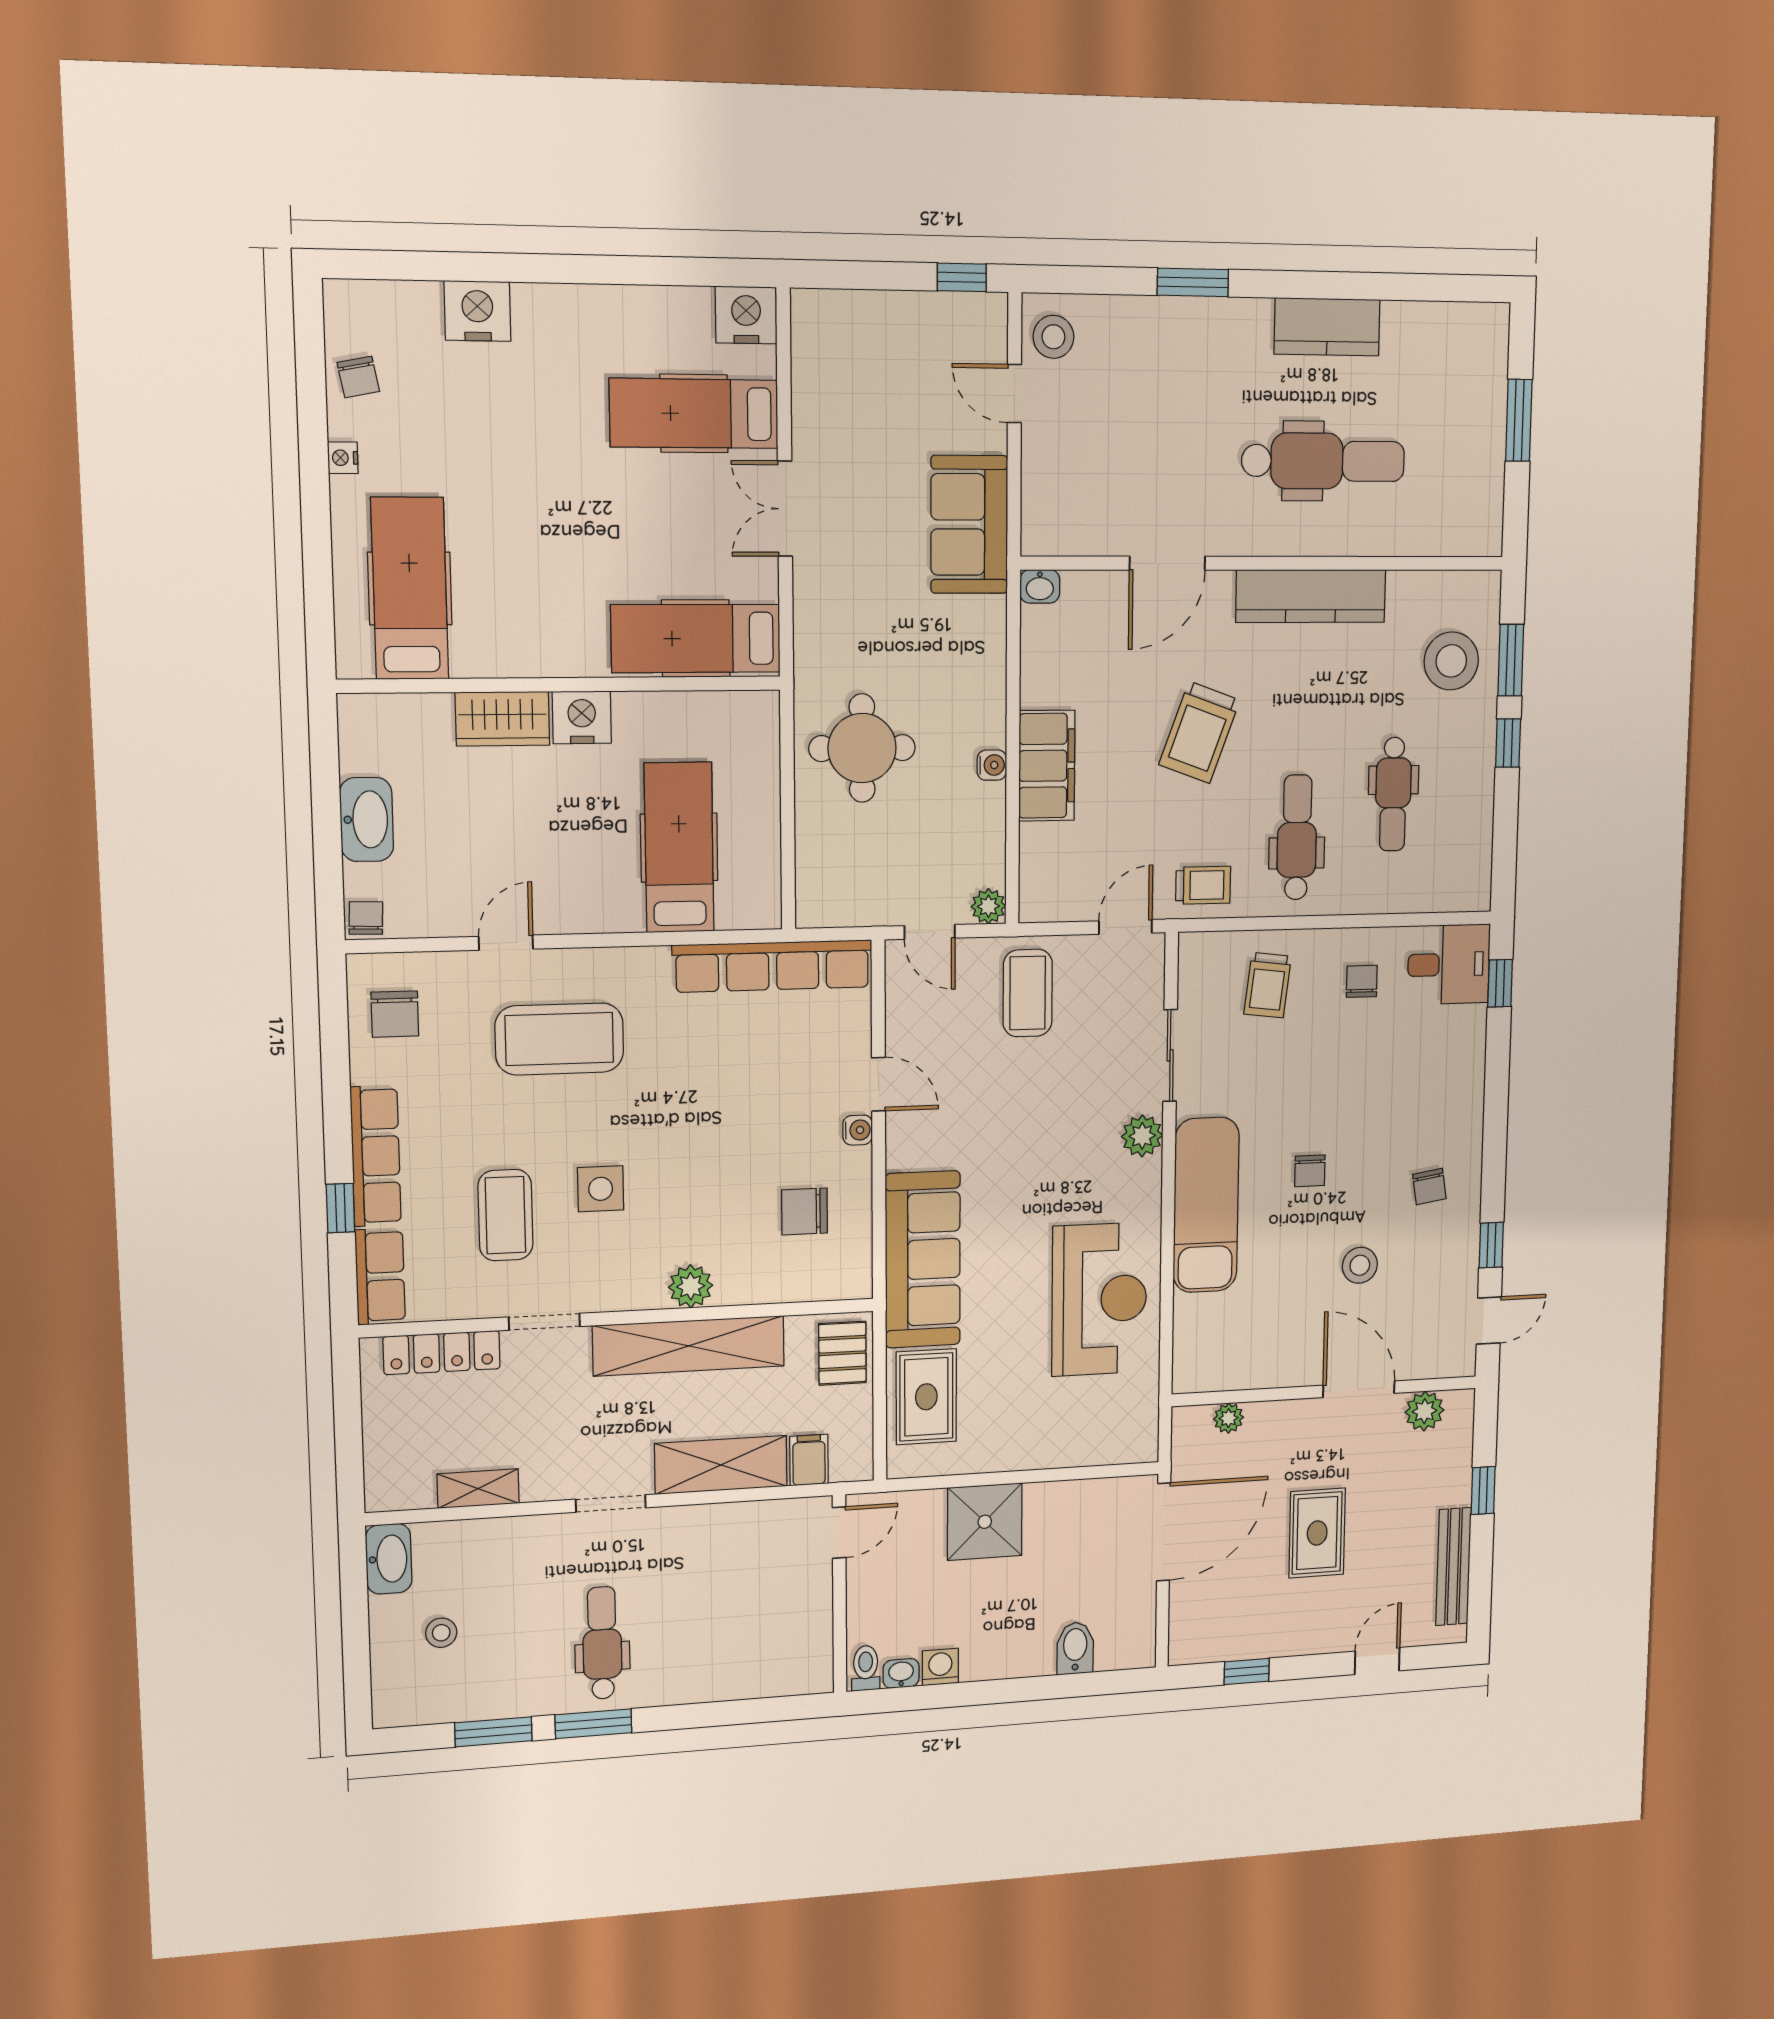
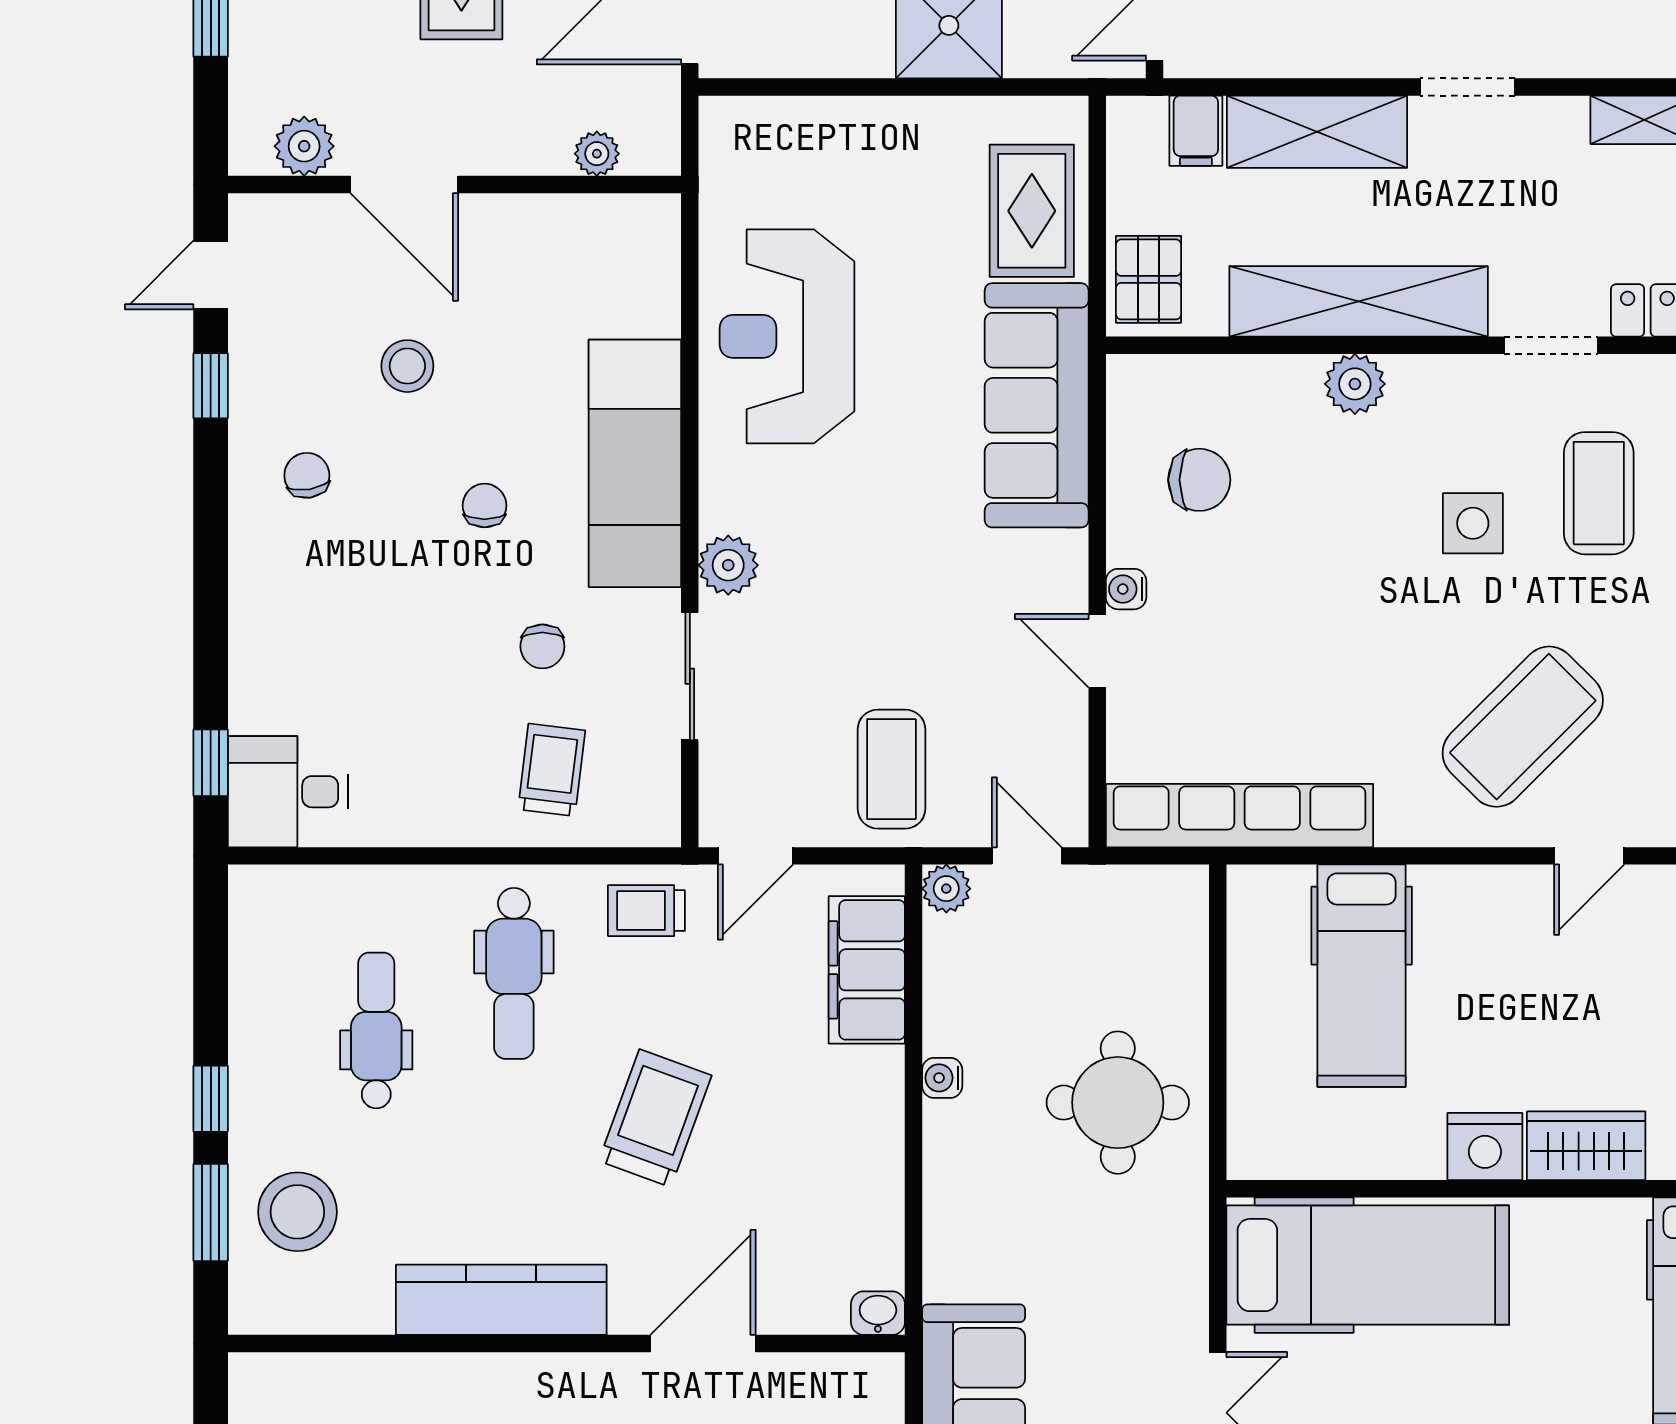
hospital bed: (696, 638) -> (1368, 1265), width x1.37, depth x1.29
filing cabinet: (1047, 766) -> (867, 970), moved
chair: (1362, 981) -> (542, 646), moved
coffee table: (559, 1039) -> (1523, 727), turned -45

